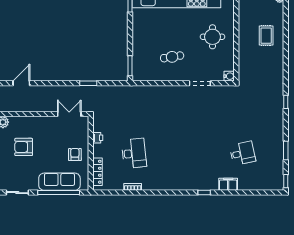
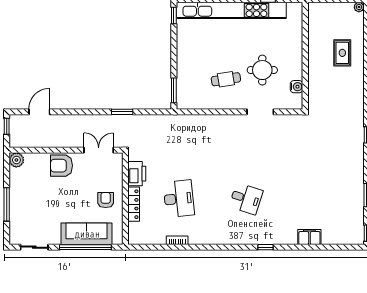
round table: (213, 37) -> (262, 70), moved
water cooler: (229, 76) -> (297, 87), moved
printer: (98, 138) -> (137, 174), width x1.87, depth x1.48
armchair: (24, 147) -> (61, 166), moved
desk: (243, 153) -> (246, 199), moved, turned 30
locker: (97, 172) -> (134, 204), moved
filing cabinet: (228, 184) -> (309, 237), moved

